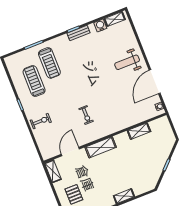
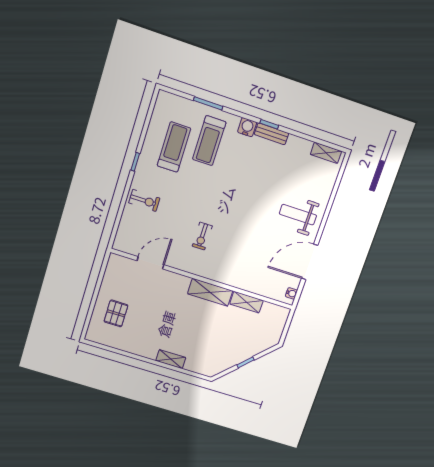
water cooler: (100, 25) -> (247, 127), moved
shelving: (101, 147) -> (210, 292), moved
shelving: (53, 171) -> (113, 269), removed

